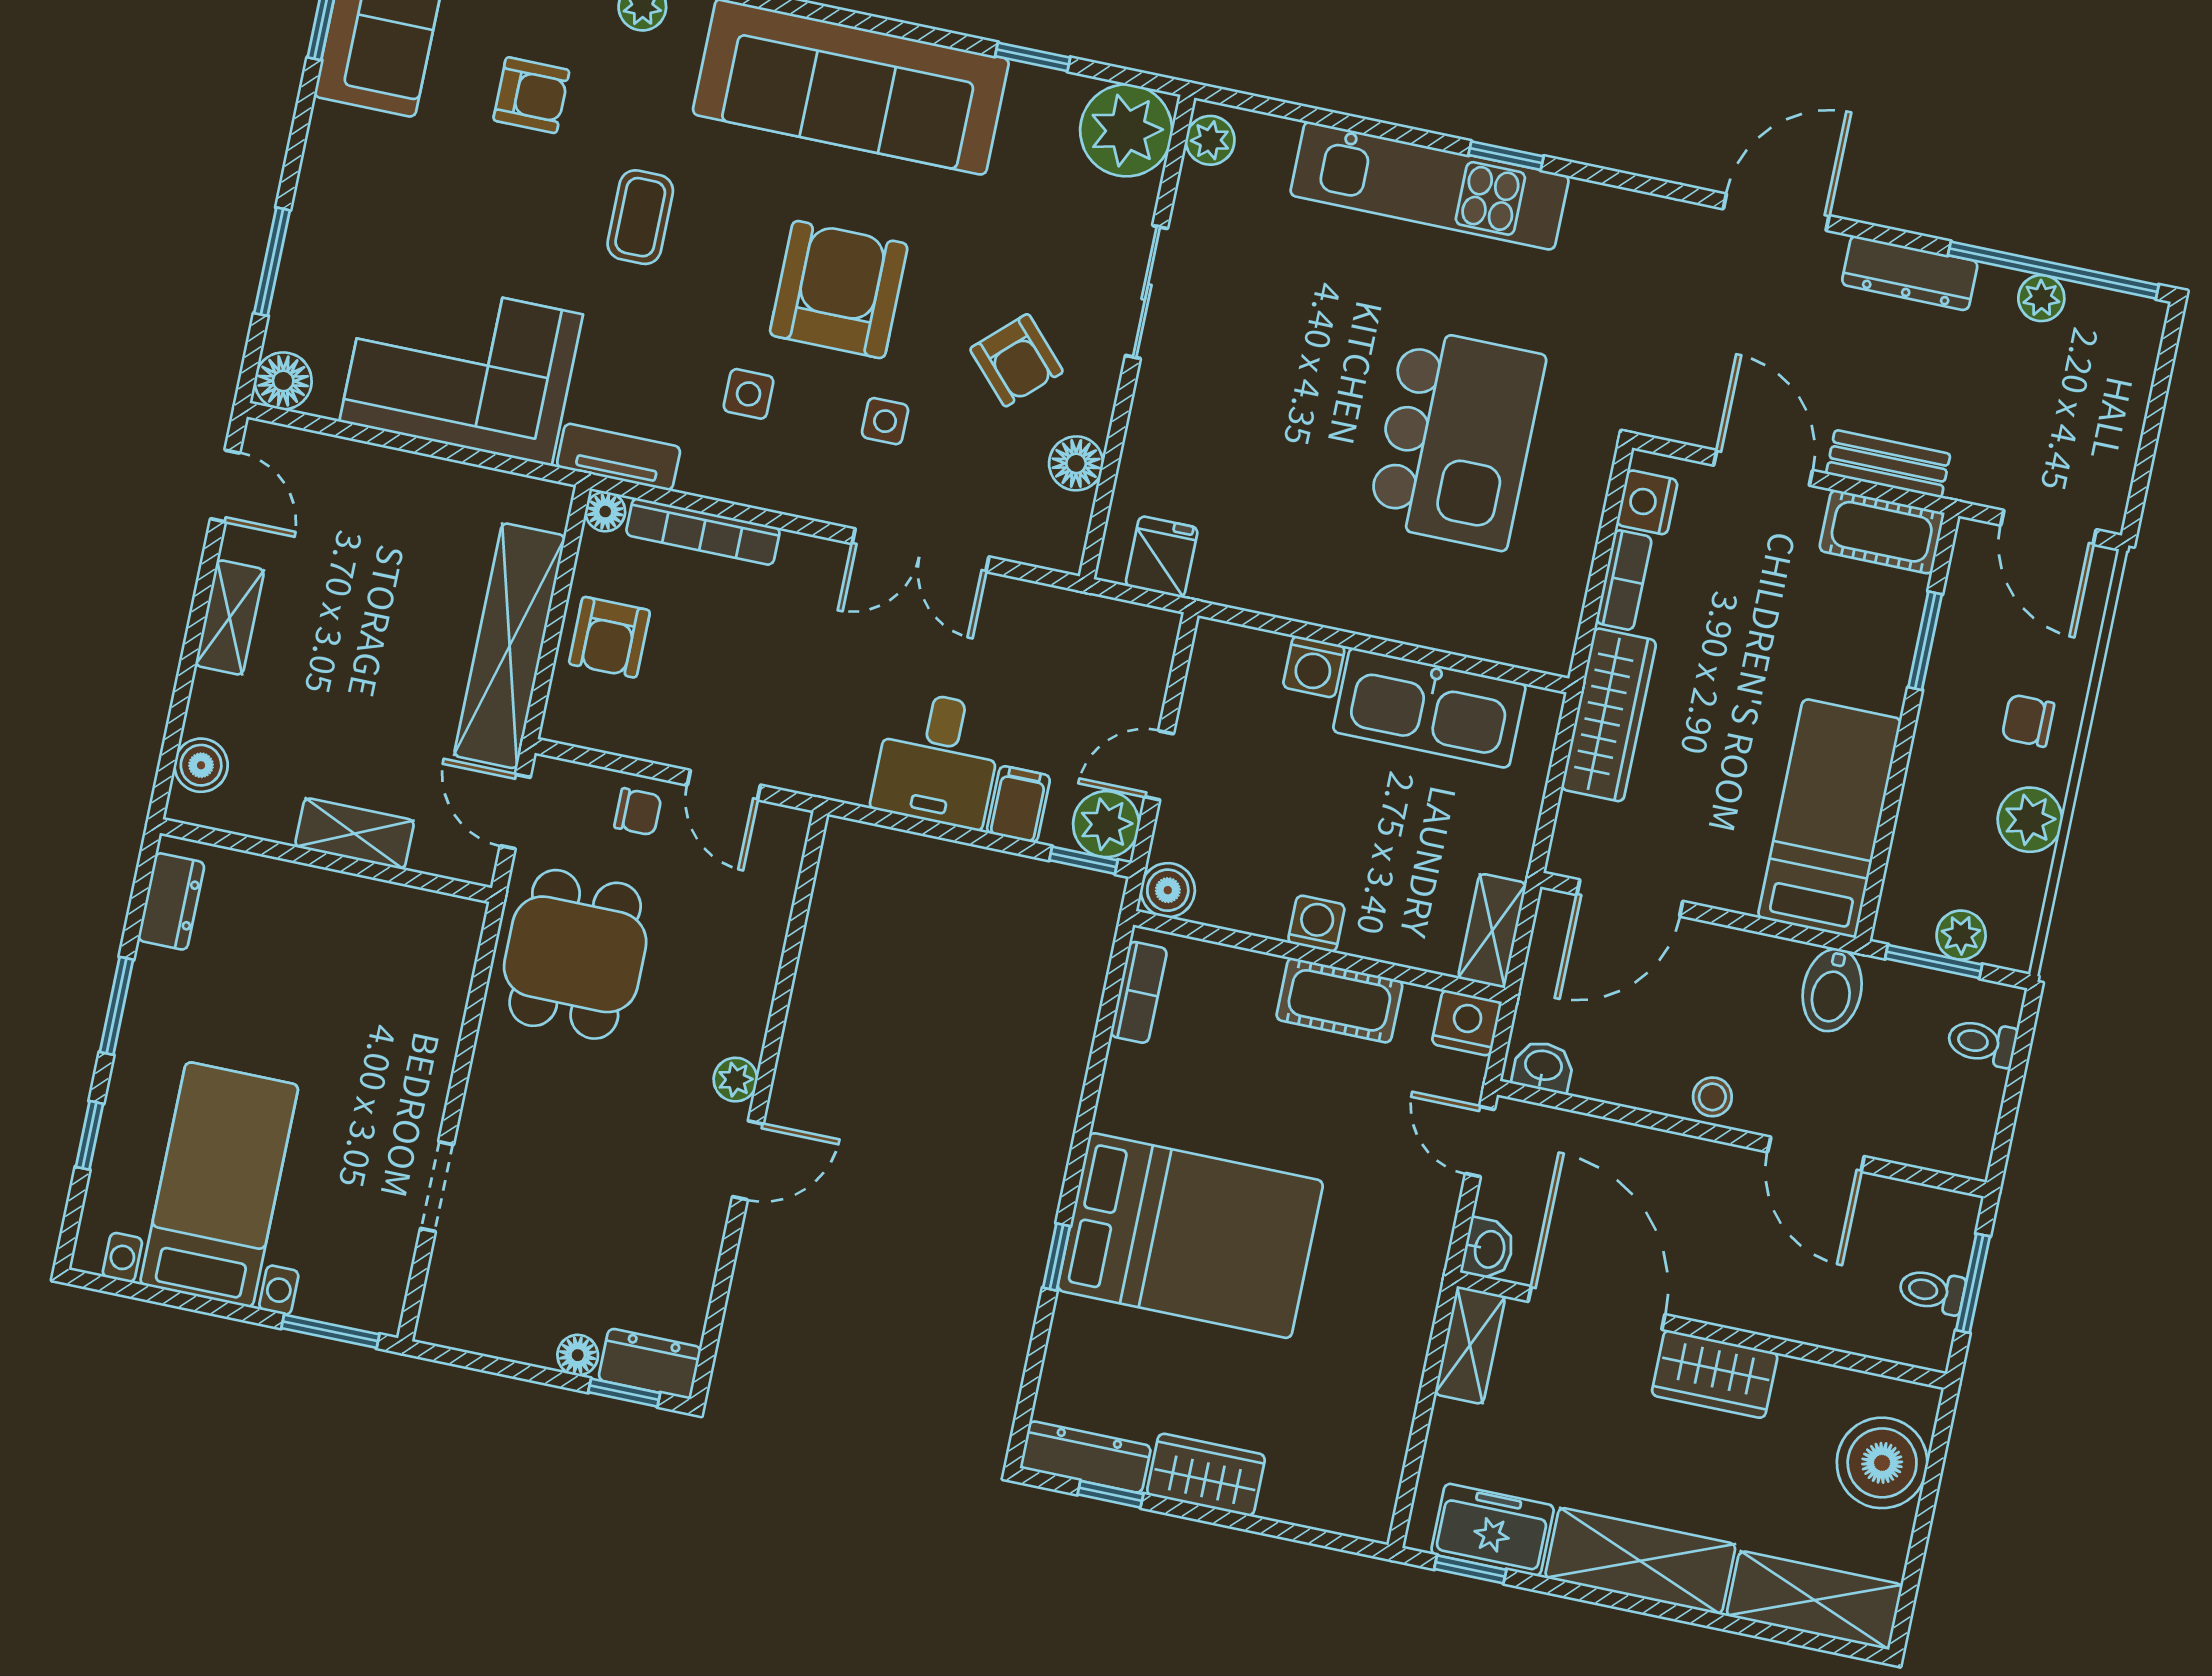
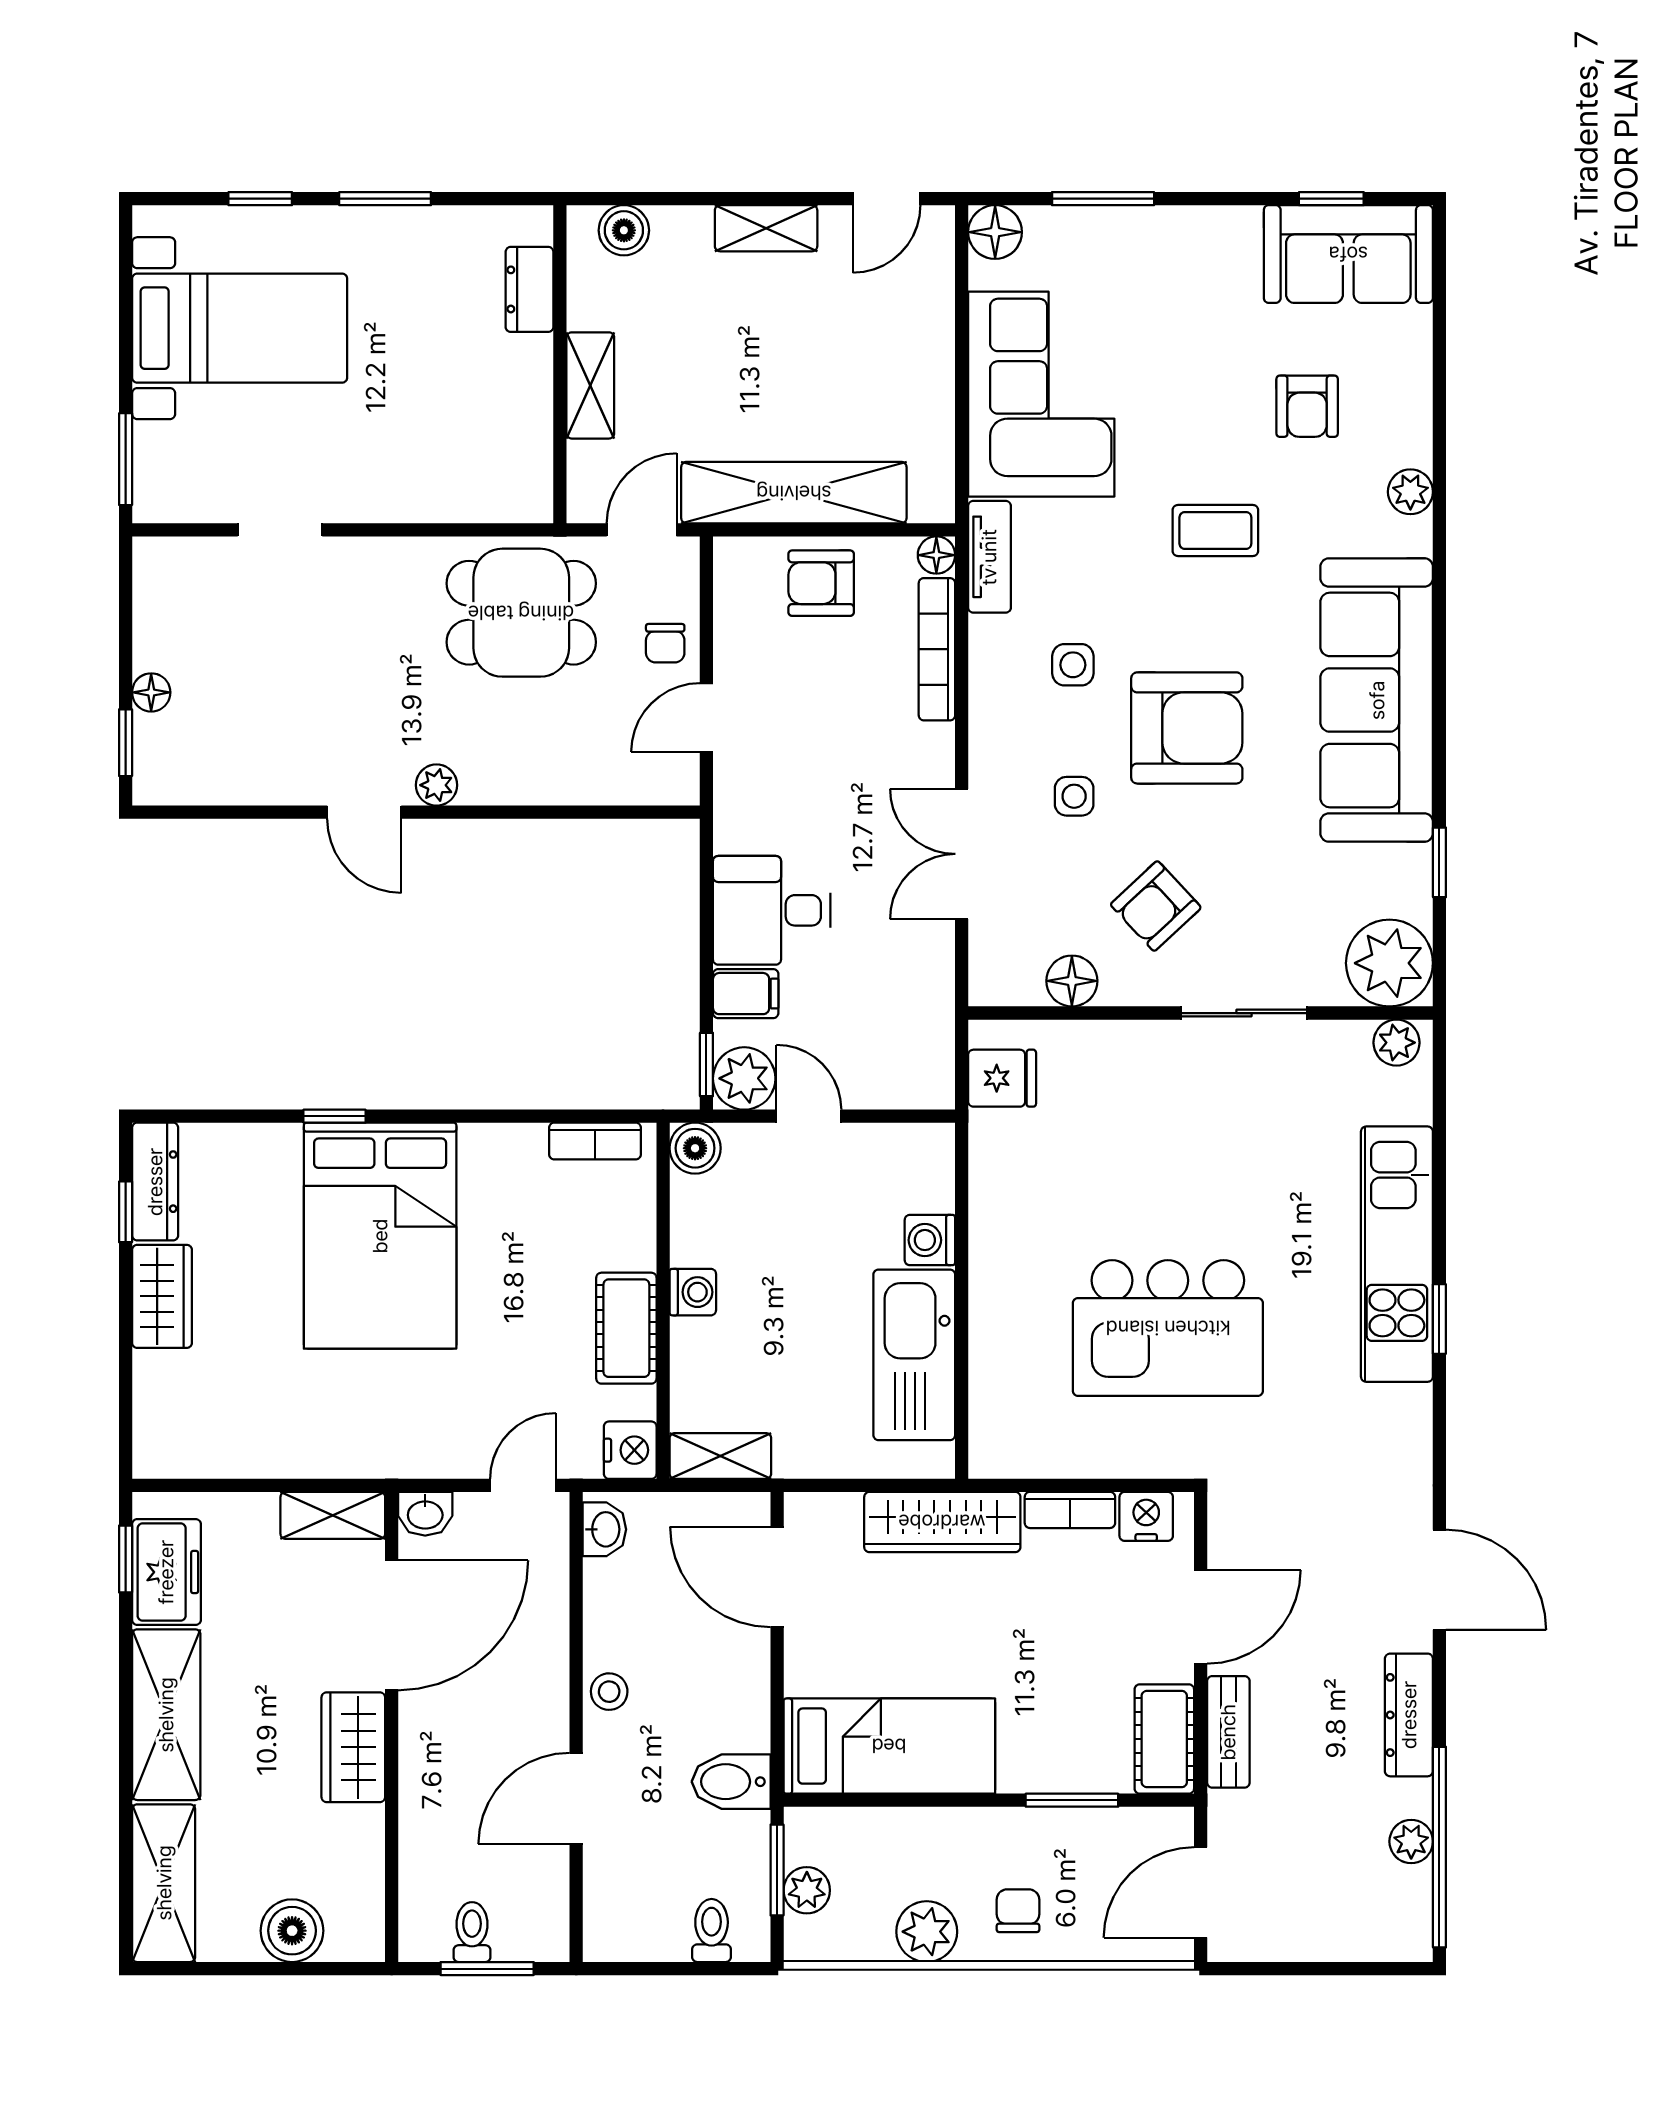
dresser: (171, 901) -> (529, 289), moved, turned 90
dresser: (650, 1364) -> (157, 761), removed
boiler: (1882, 1463) -> (292, 1931), width x0.73, depth x0.73

